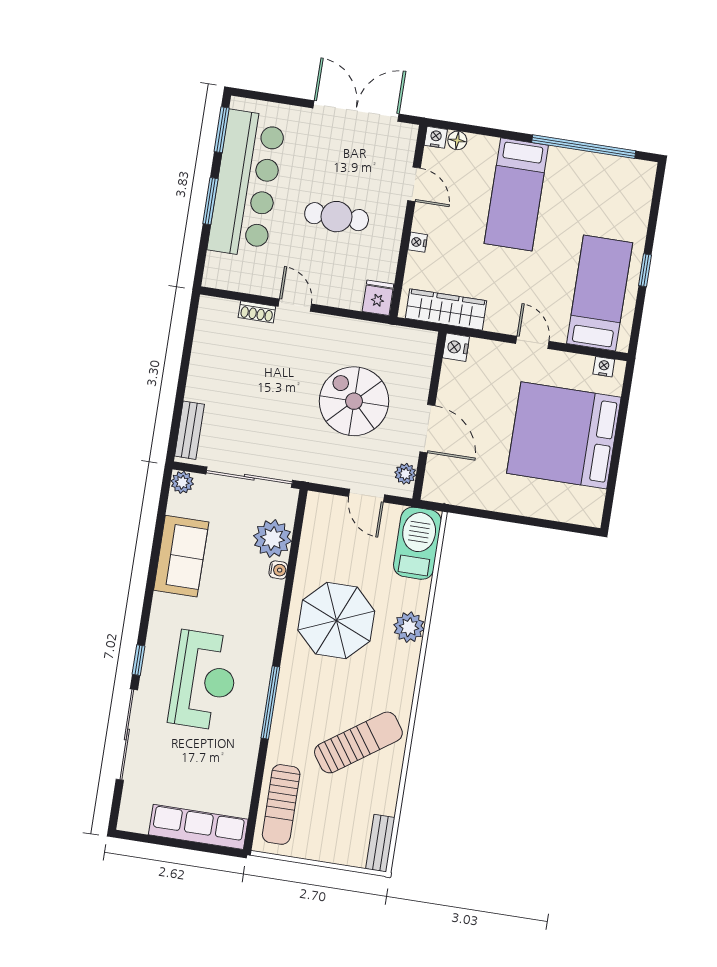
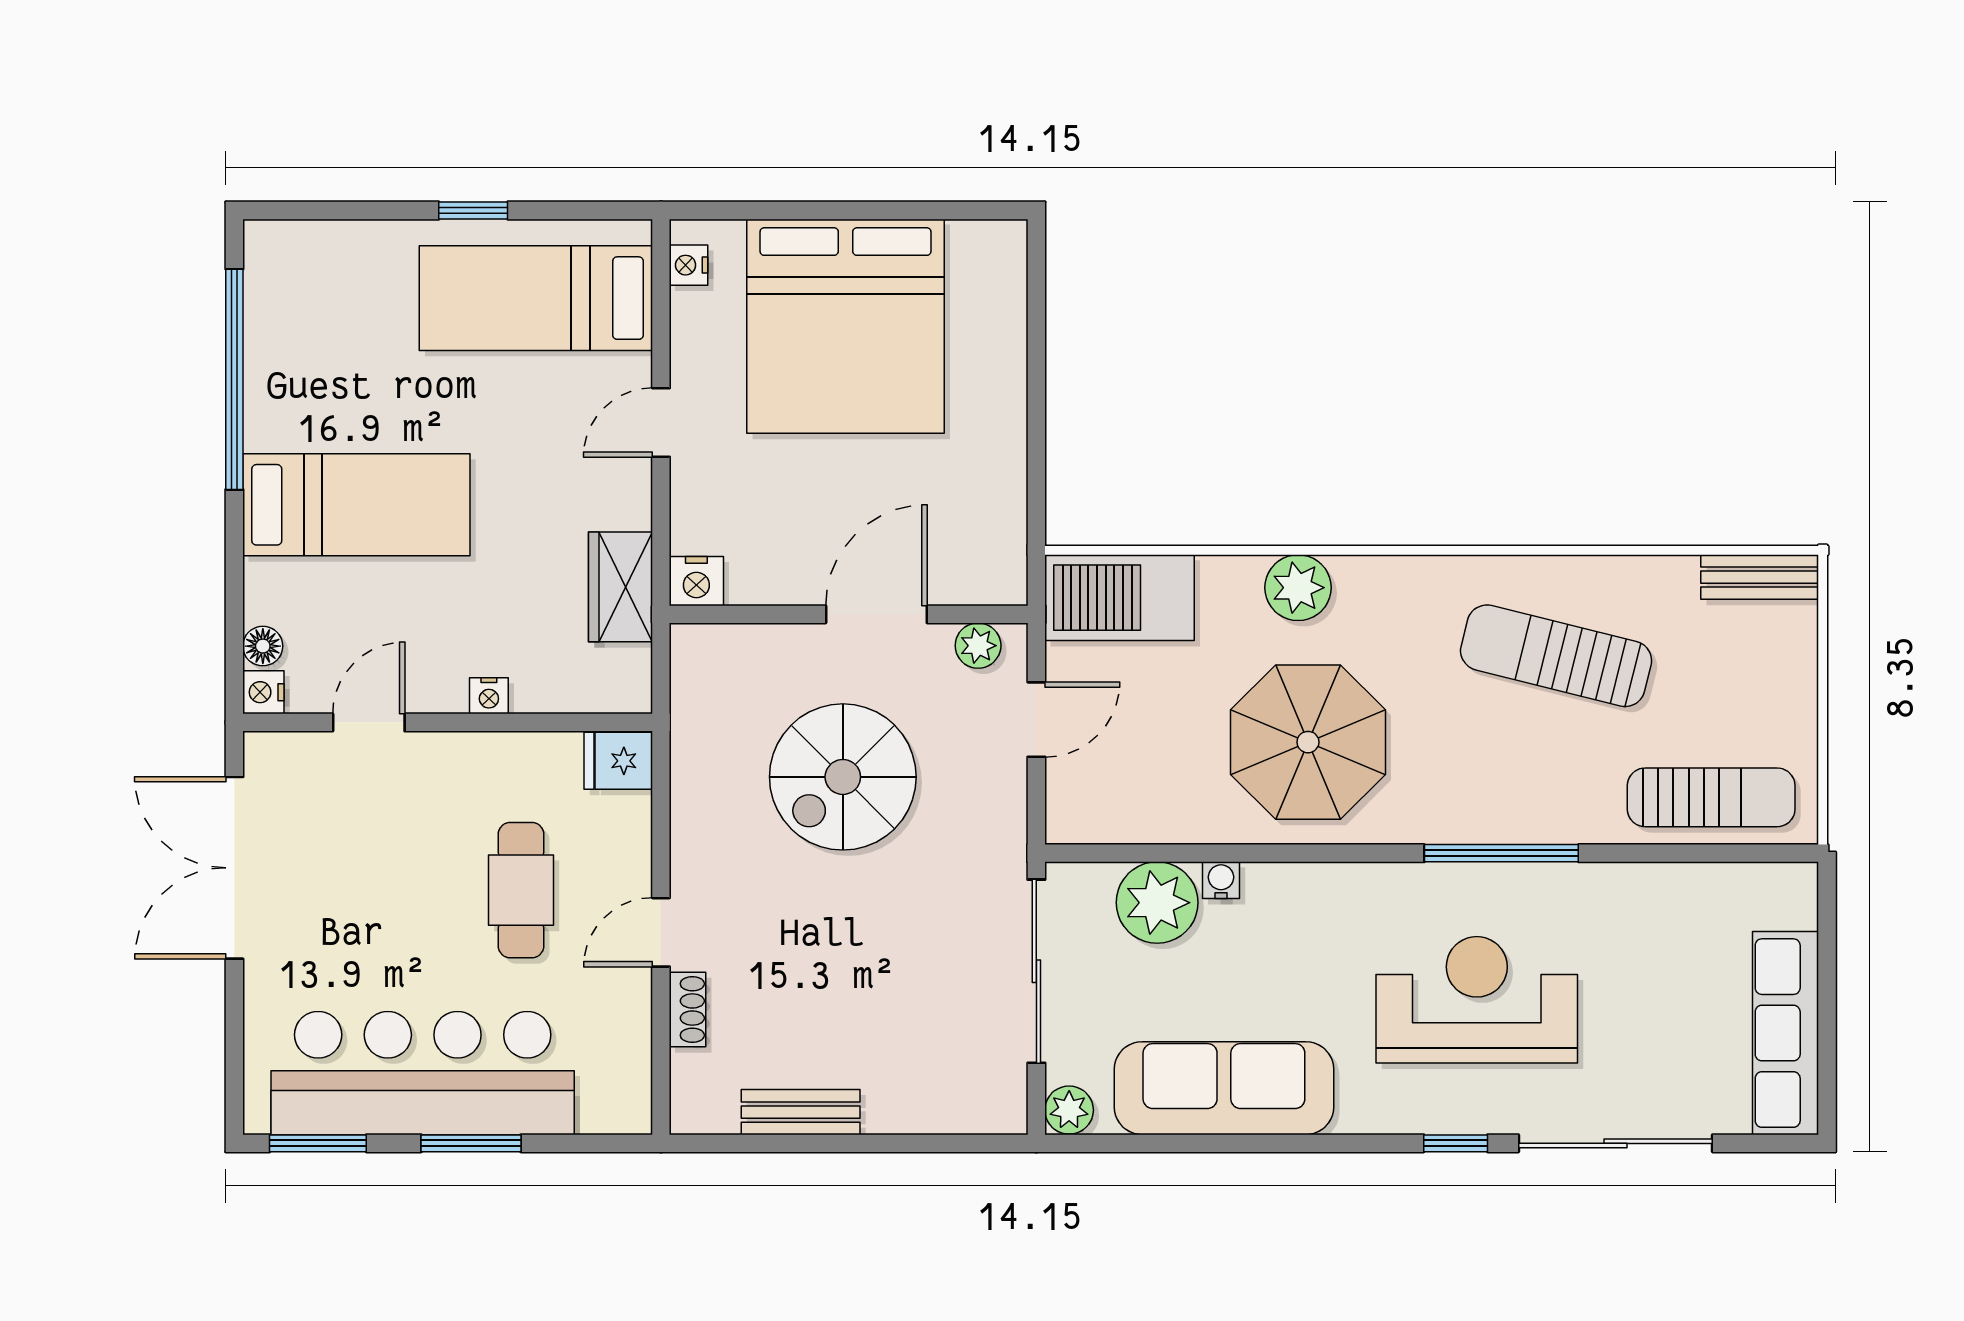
cafe table: (337, 217) -> (521, 890), moved
wardrobe: (446, 309) -> (621, 587), width x0.67
bench: (189, 430) -> (801, 1112), moved
sofa: (181, 556) -> (1224, 1088), width x1.36
sun lounger: (358, 742) -> (1556, 656), turned -41
row of seats: (198, 827) -> (1786, 1033), moved

